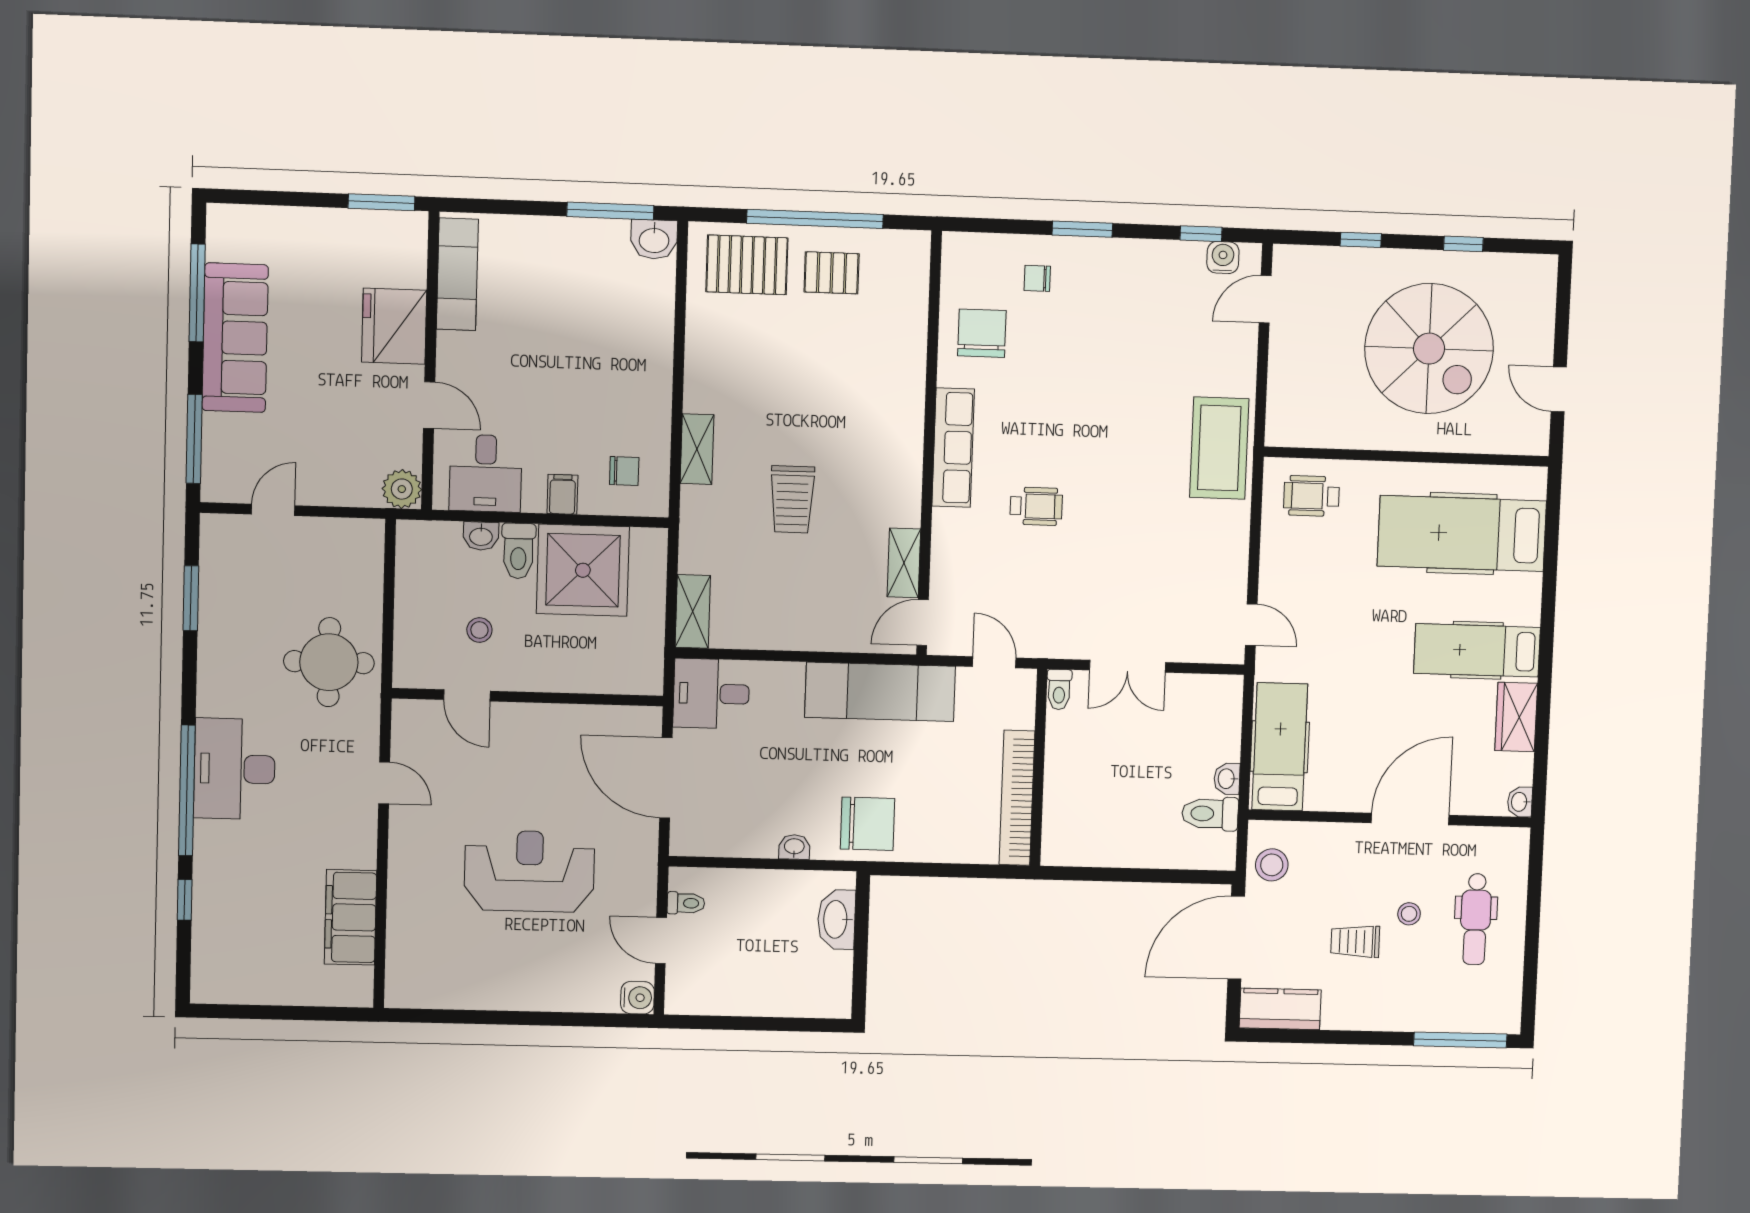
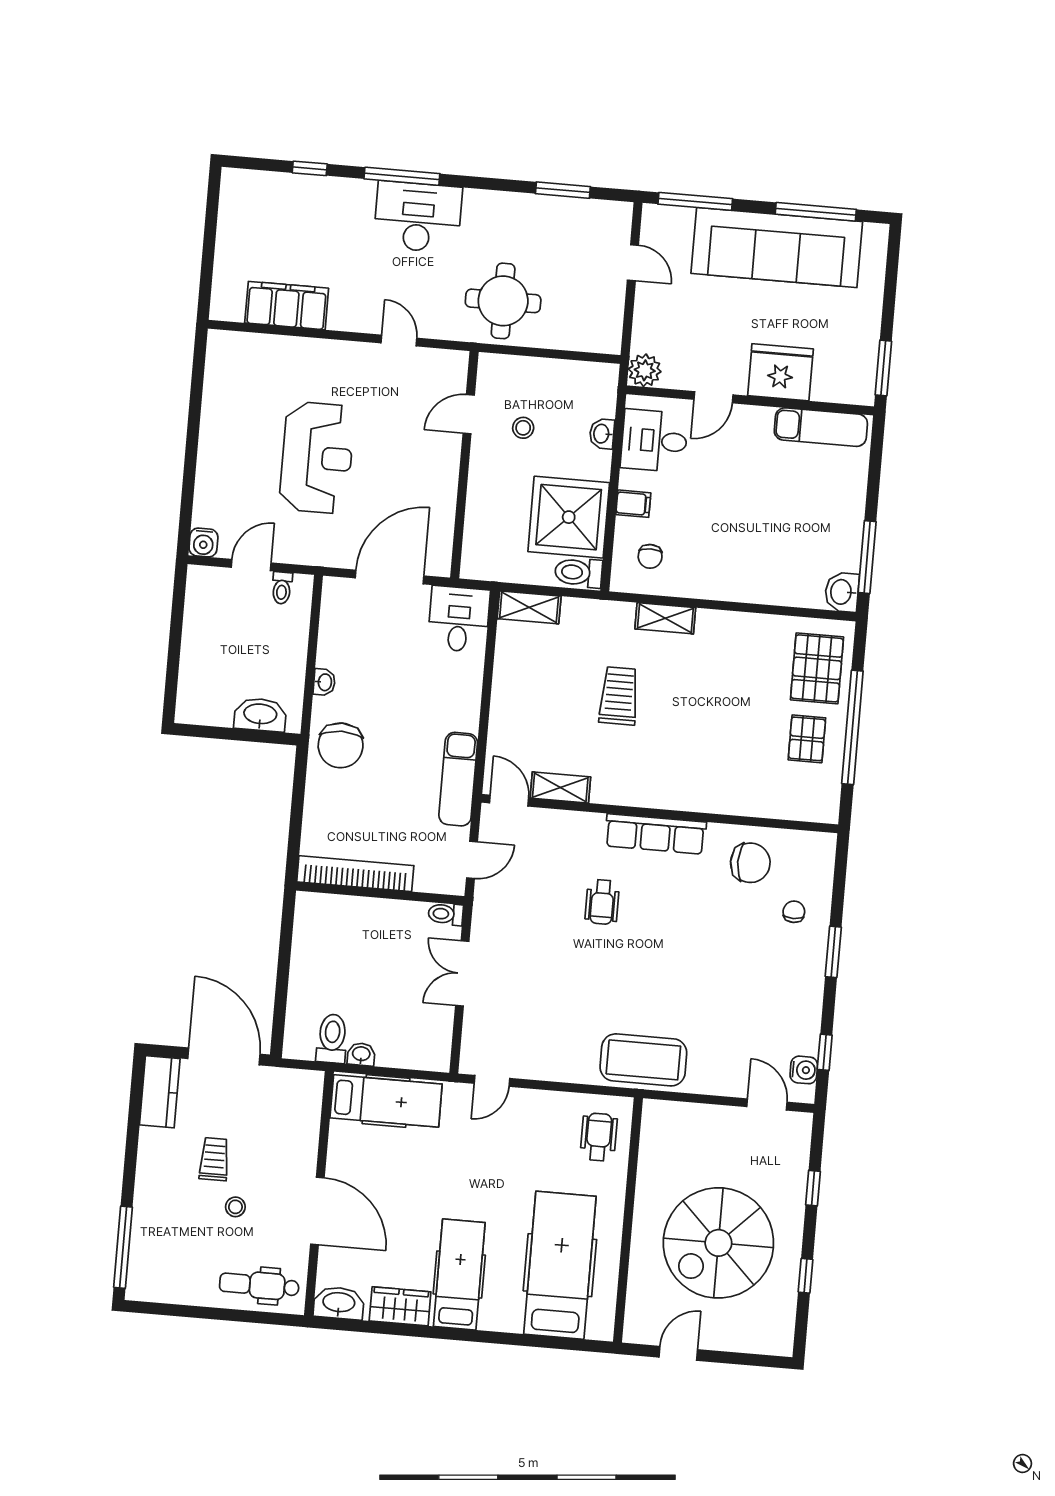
sofa: (235, 338) -> (777, 248), width x1.36, depth x1.27
trolley: (792, 499) -> (619, 696), turned 90
toilet: (518, 551) -> (579, 572), moved
exam couch: (880, 692) -> (458, 779), width x0.73, depth x0.69
door: (384, 783) -> (399, 341), swing flipped
window: (187, 790) -> (402, 176), width x0.68
washbasin: (1520, 802) -> (339, 1303), width x1.91, depth x1.45
stool: (1272, 865) -> (285, 1090), removed
dental chair: (1476, 919) -> (259, 1285), moved

